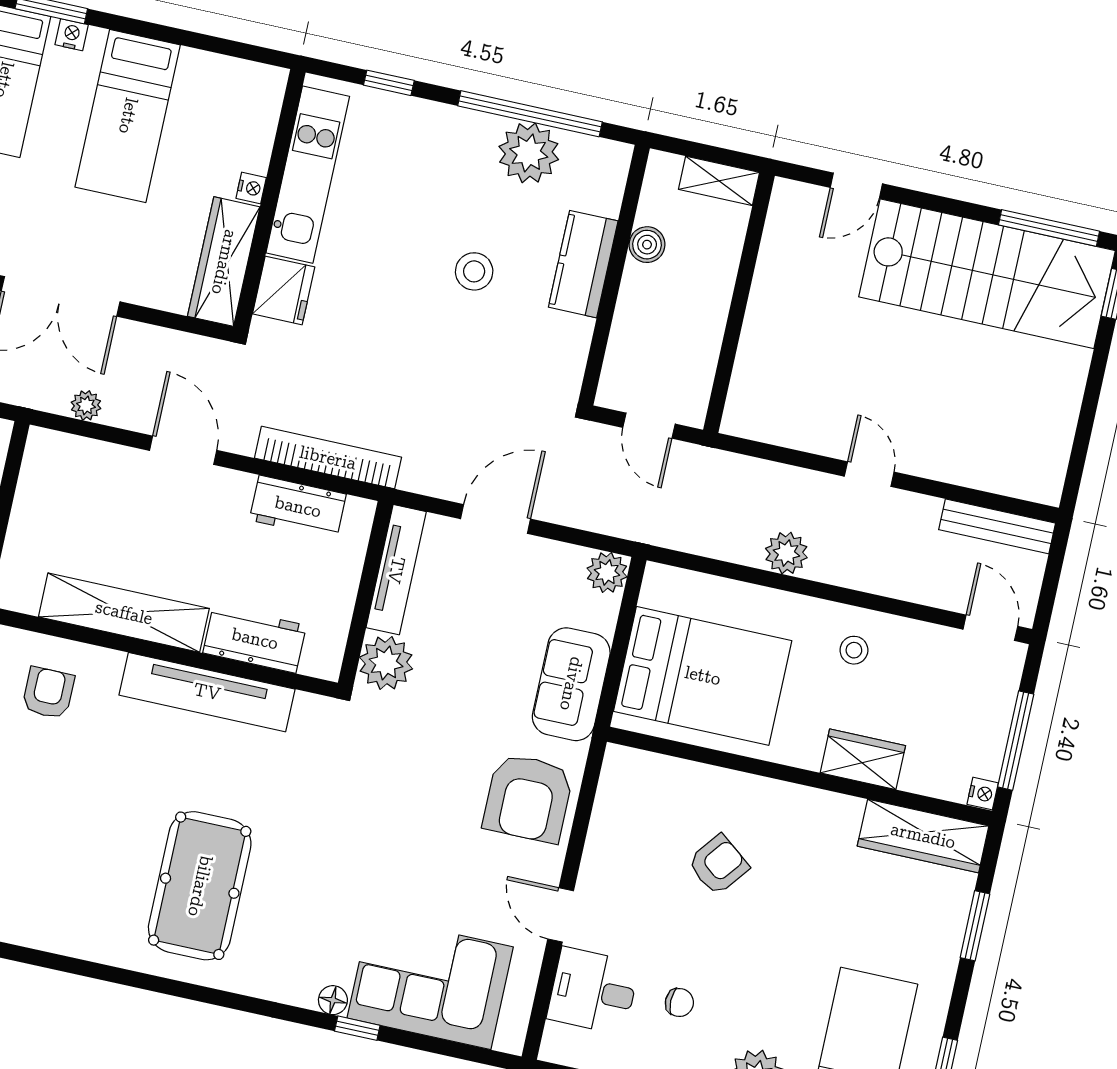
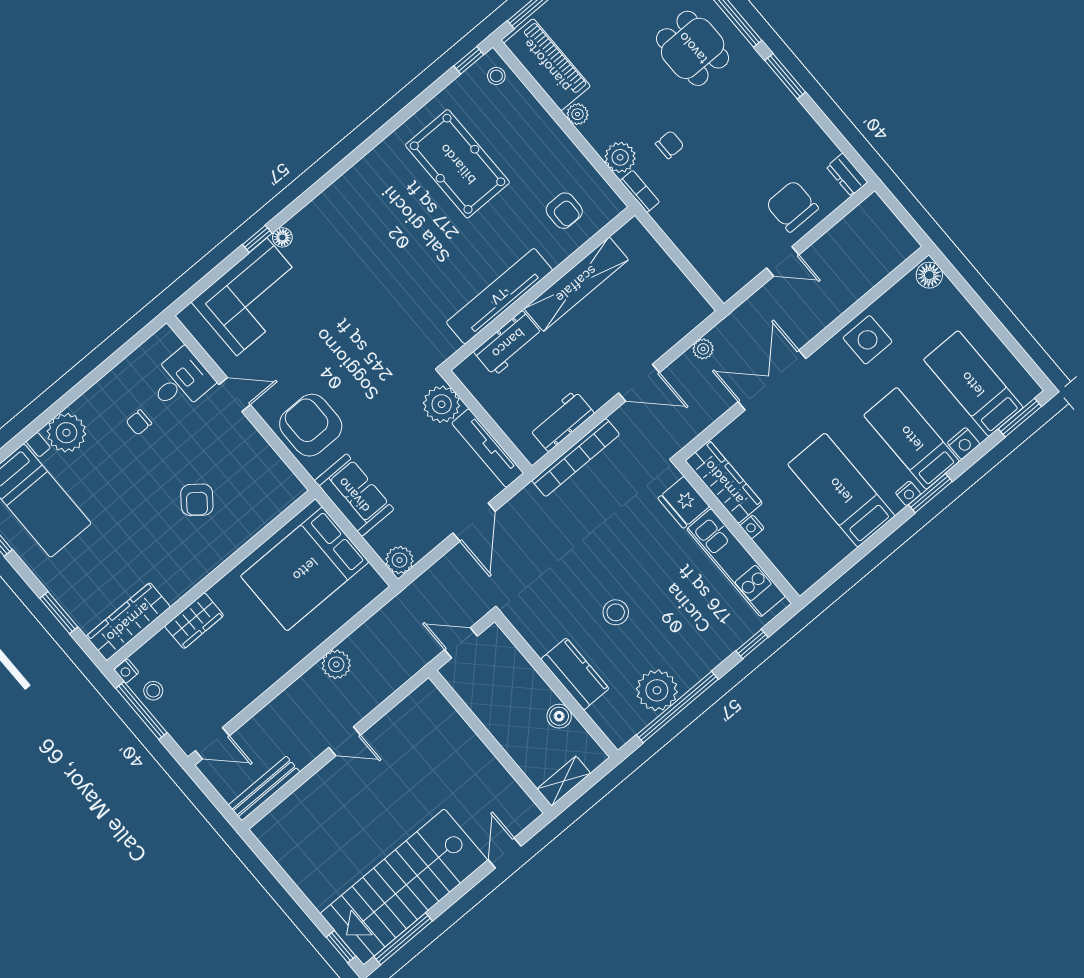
stool: (854, 650) -> (153, 691), moved
pool table: (200, 886) -> (458, 164), moved

